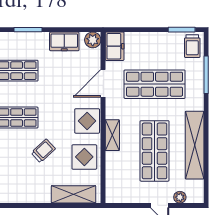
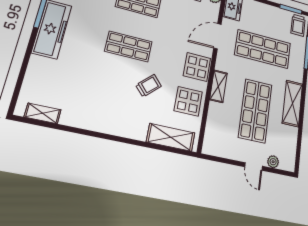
shelving: (195, 145) -> (292, 103), width x0.68

